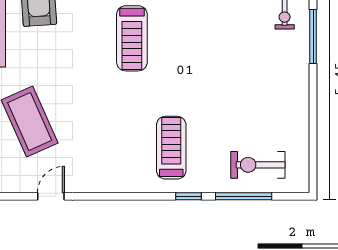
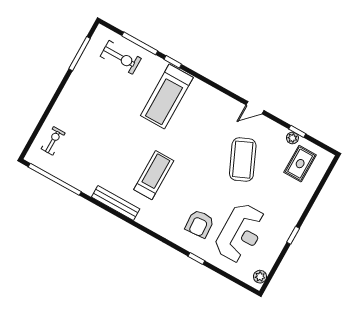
window: (313, 37) -> (80, 54), moved
treadmill: (171, 148) -> (167, 97), width x1.37, depth x1.38

